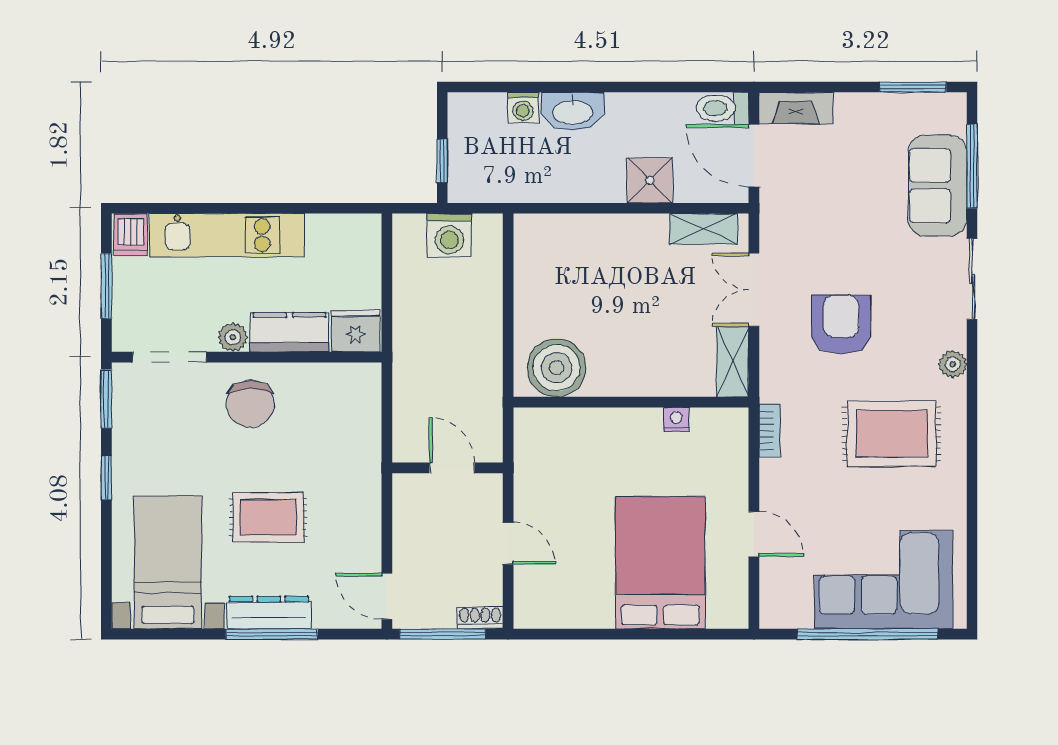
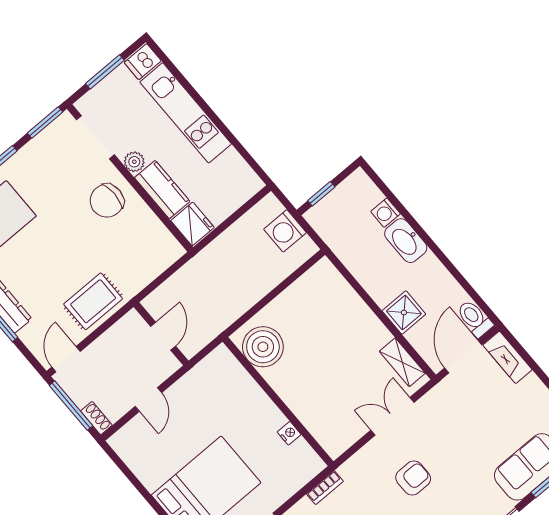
armchair: (841, 324) -> (413, 478), width x0.72, depth x0.72
shelving: (733, 362) -> (345, 437), removed
rug: (268, 517) -> (93, 301), moved, turned 90

